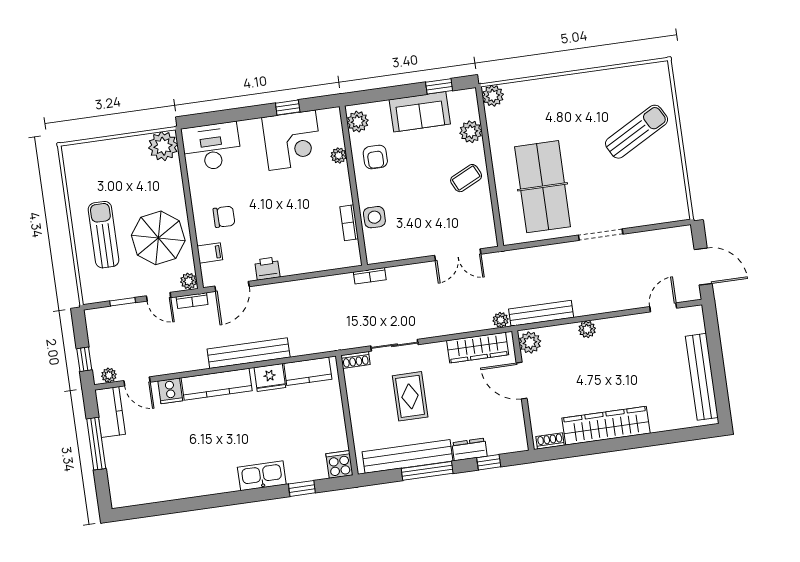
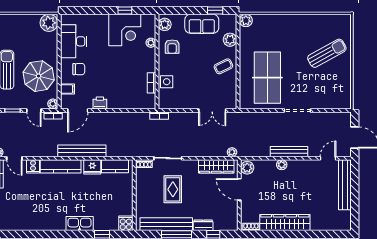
desk: (211, 147) -> (74, 41), moved, turned -90
bench: (541, 313) -> (289, 152), moved
bench: (702, 377) -> (345, 185), moved

